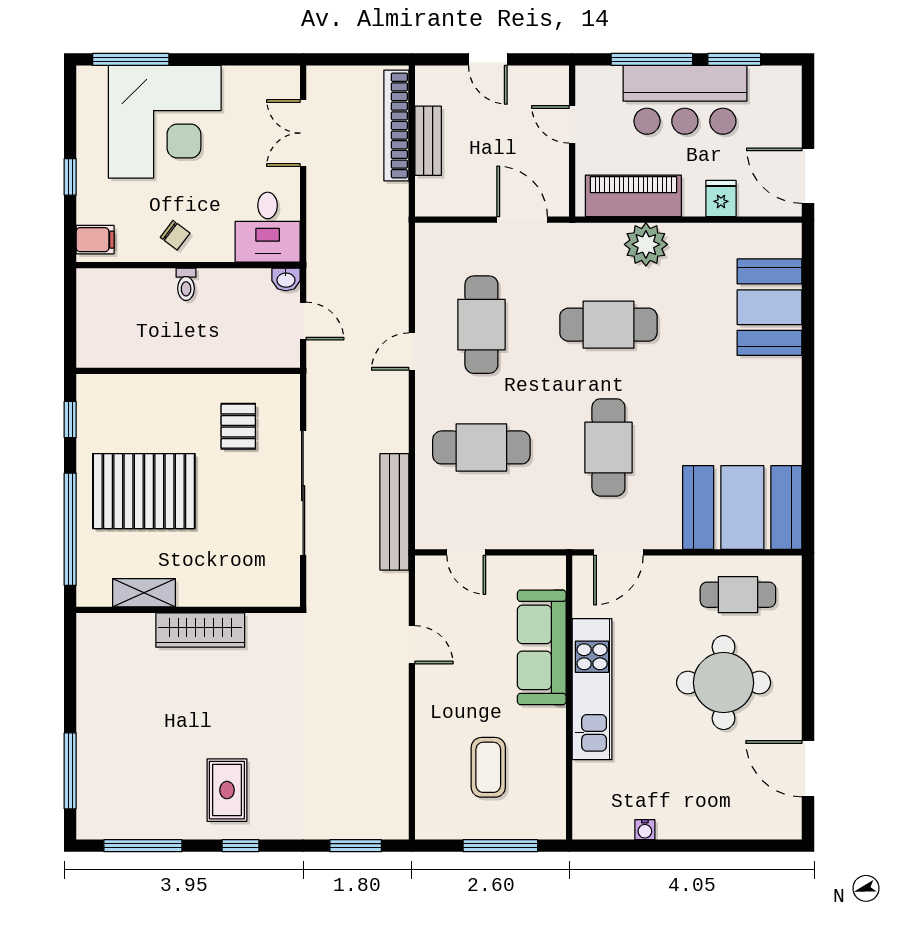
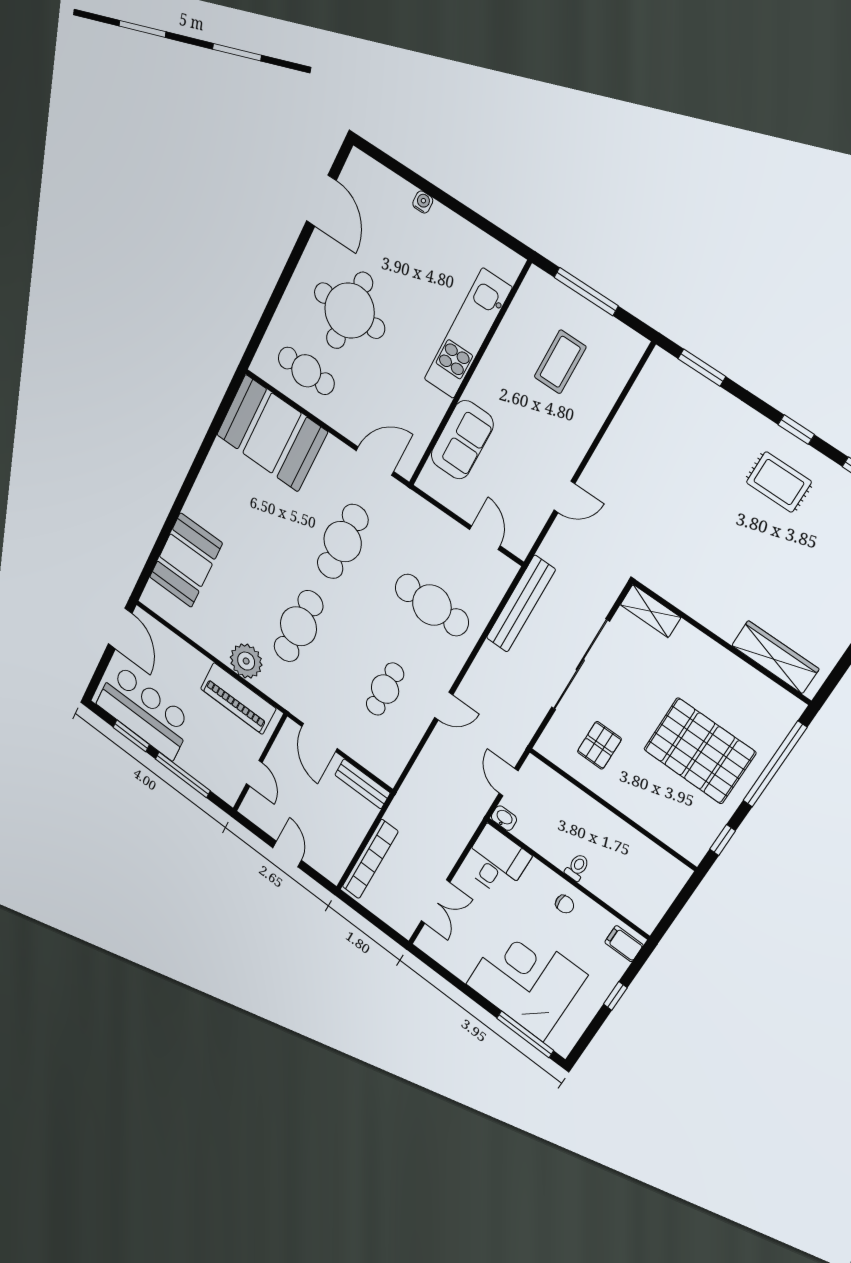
bar counter: (685, 100) -> (144, 712), moved
bench: (428, 141) -> (362, 784), moved, turned 90
fridge: (721, 199) -> (183, 655), removed
chair: (175, 235) -> (565, 904), turned 143
cafe table: (481, 325) -> (385, 689), width x0.73, depth x0.74
cafe table: (608, 325) -> (298, 626), turned 90
shelving: (144, 593) -> (651, 611), moved
wardrobe: (200, 630) -> (775, 657), moved
door: (412, 645) -> (564, 497), swing flipped
sofa: (542, 647) -> (462, 440), width x0.73
kitchen unit: (592, 689) -> (468, 334), moved
rug: (227, 790) -> (779, 482), turned 90
water cooler: (645, 830) -> (423, 202), moved

